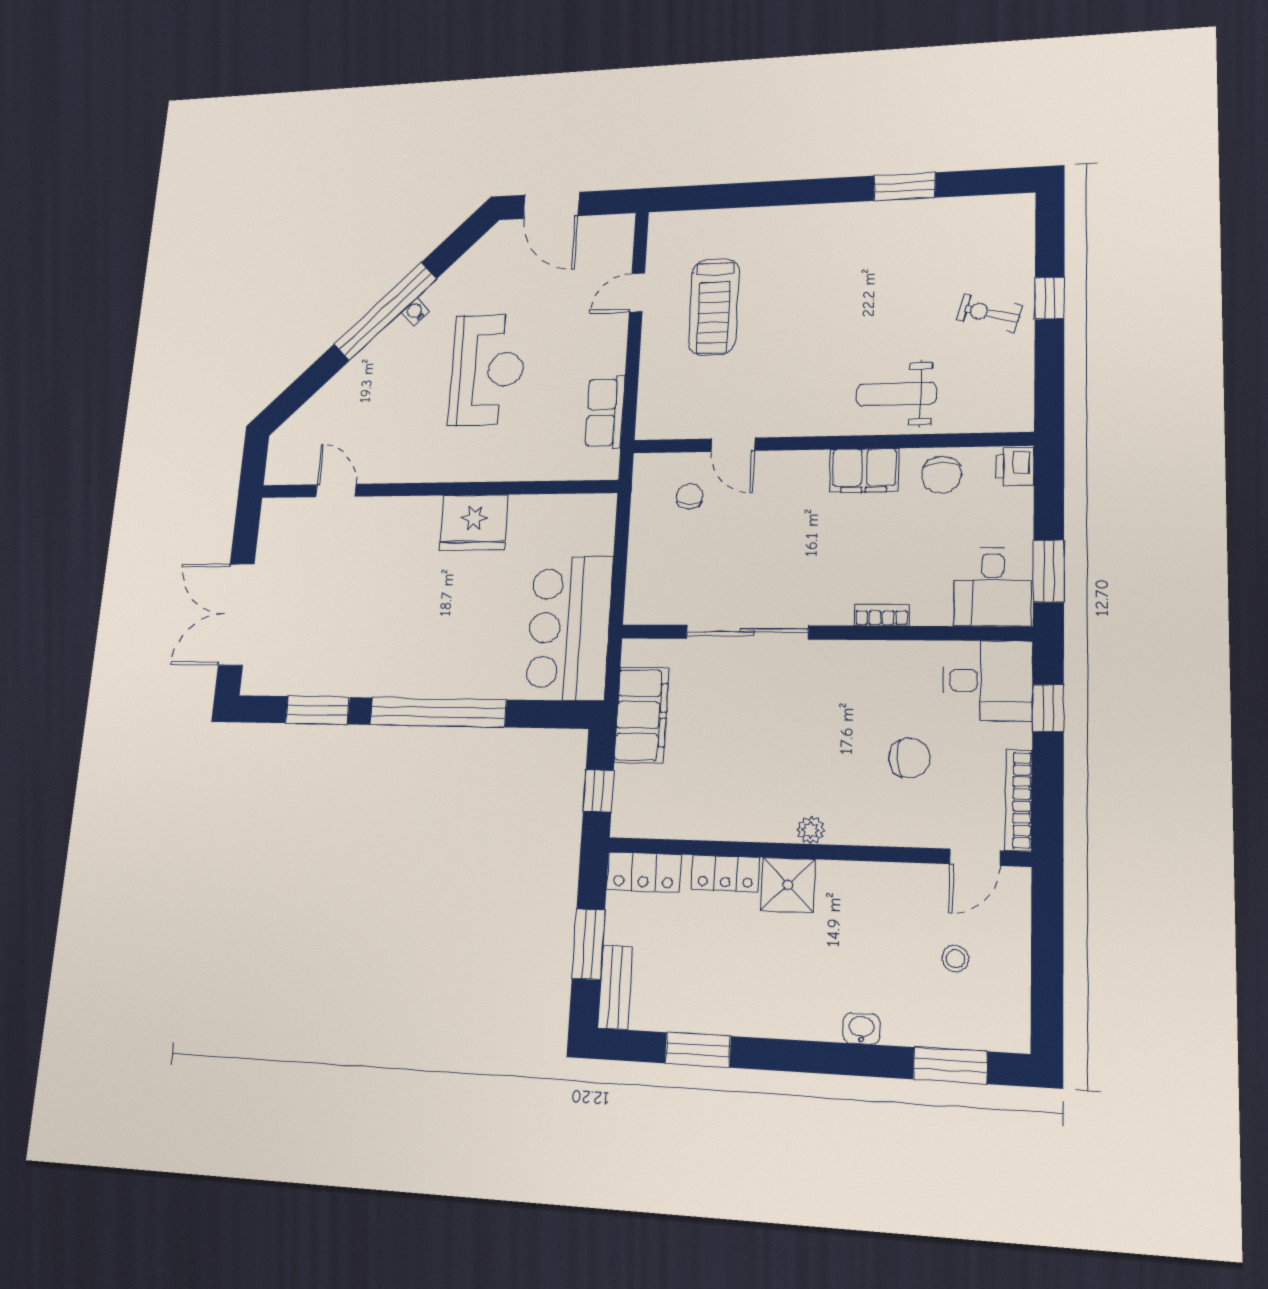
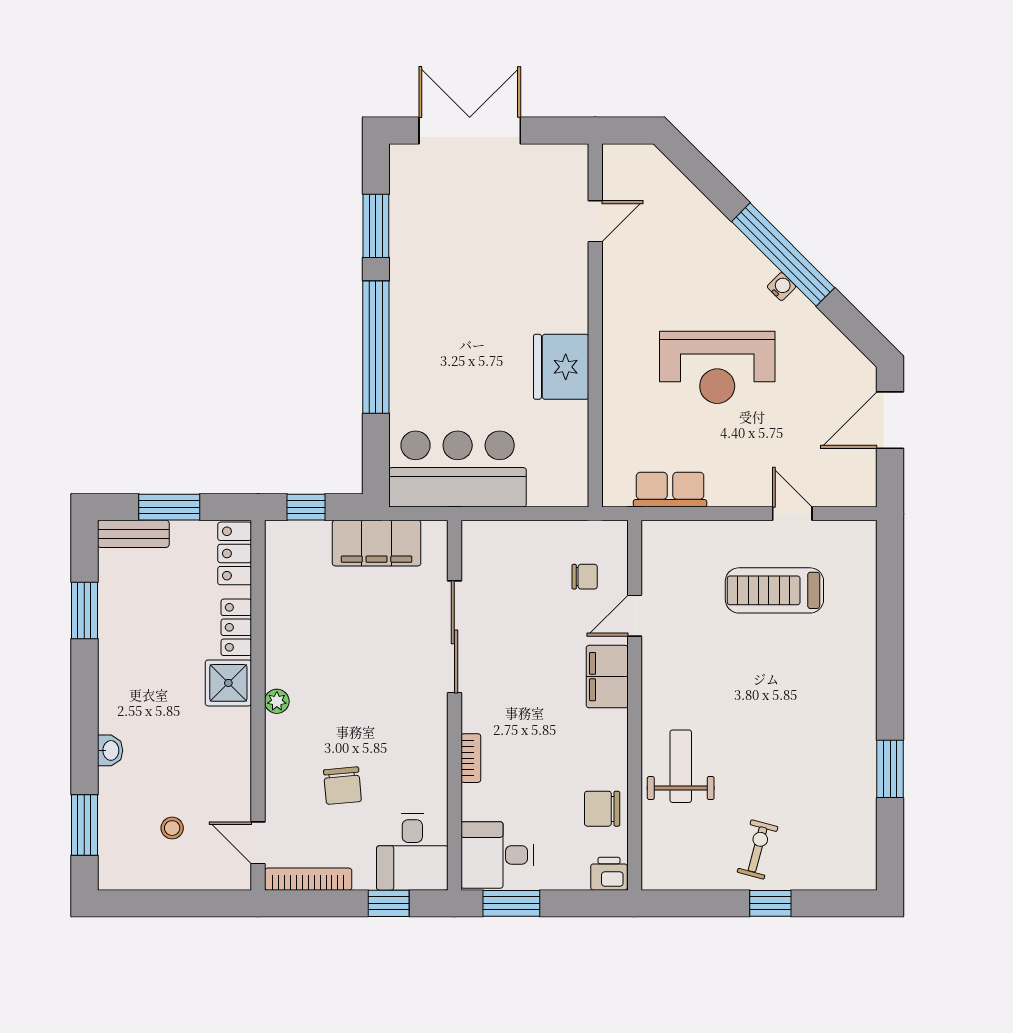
filing cabinet: (864, 471) -> (607, 677), moved

